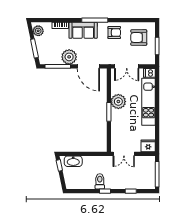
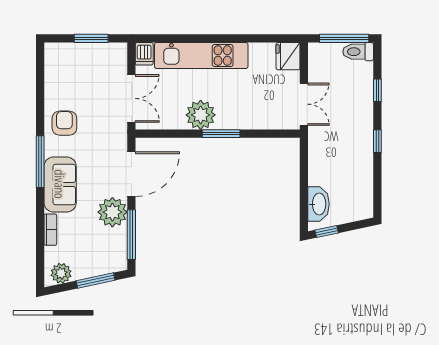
armchair: (139, 38) -> (74, 75), removed
toilet: (100, 181) -> (358, 52), moved

